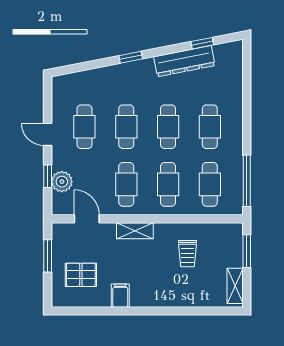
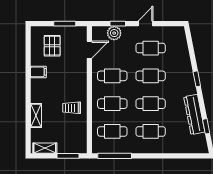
shelving: (135, 231) -> (36, 115), moved
trolley: (187, 254) -> (72, 108), moved

